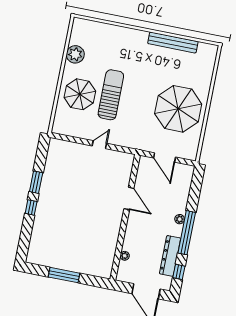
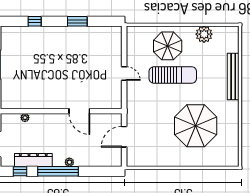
bench: (173, 43) -> (233, 76), moved
parasol: (178, 109) -> (196, 126), moved
door: (129, 198) -> (79, 111), hinge flipped
window: (31, 207) -> (35, 21), moved

